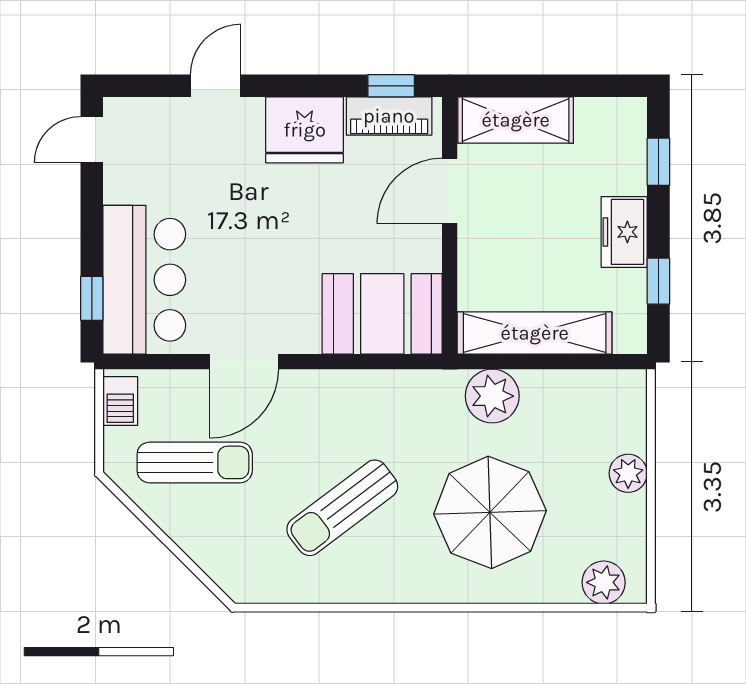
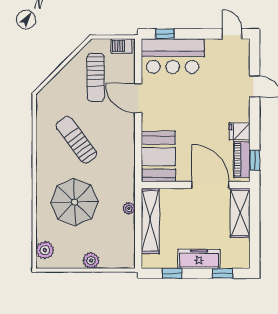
fridge: (305, 130) -> (240, 131), width x0.53, depth x0.75
door: (450, 191) -> (210, 185), width x1.36
freezer: (624, 232) -> (199, 259), width x1.40
plant: (492, 396) -> (129, 208), width x0.53, depth x0.53

